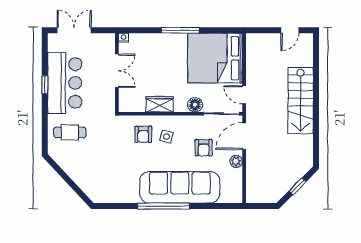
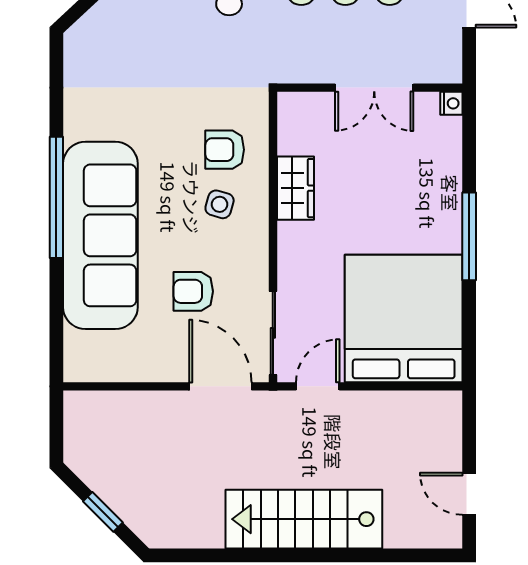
floor lamp: (195, 105) -> (294, 271), removed
plant: (236, 161) -> (161, 368), removed

